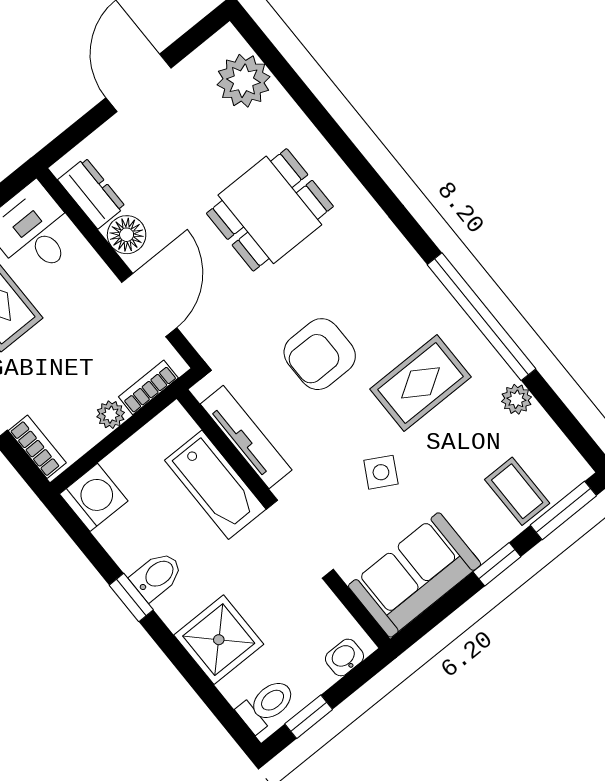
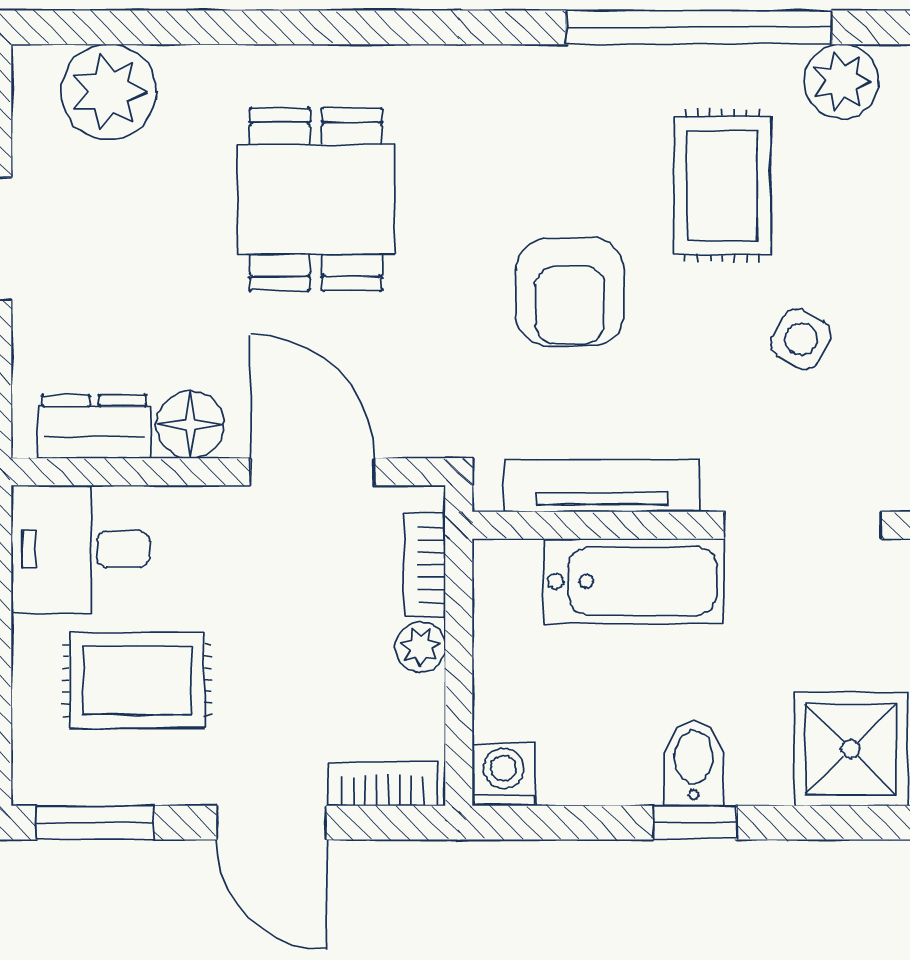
plant: (516, 399) -> (841, 81), width x1.38, depth x1.38
washing machine: (94, 497) -> (504, 775), width x0.73, depth x0.73

